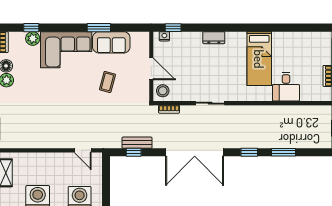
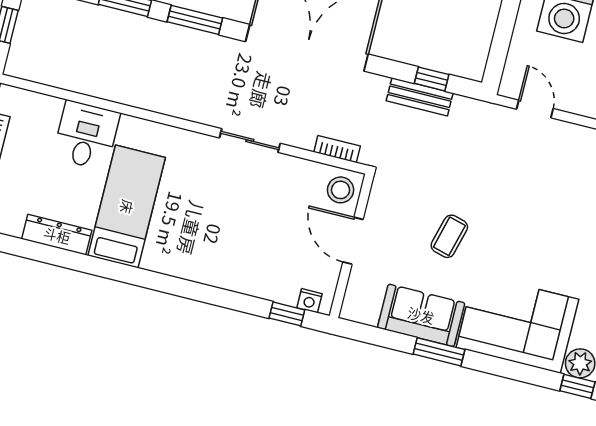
dresser: (214, 38) -> (57, 235), moved, width x1.44
window: (249, 152) -> (195, 20), width x1.50

